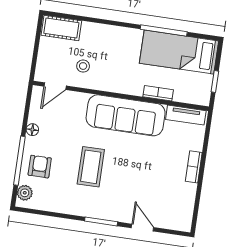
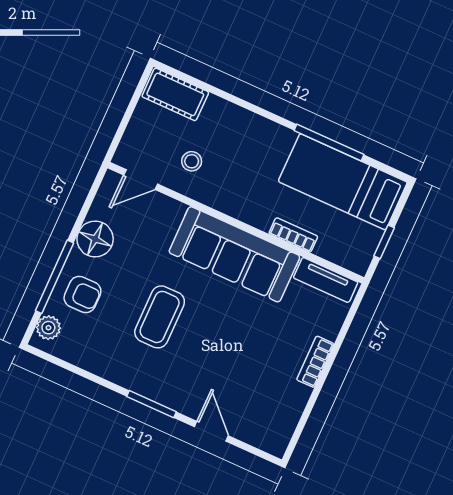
floor lamp: (32, 130) -> (95, 239), width x1.89, depth x1.89
armchair: (40, 167) -> (82, 295), turned 90

